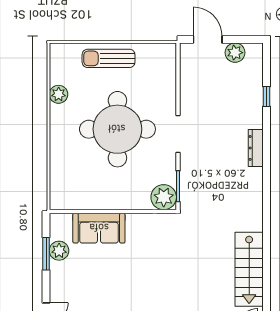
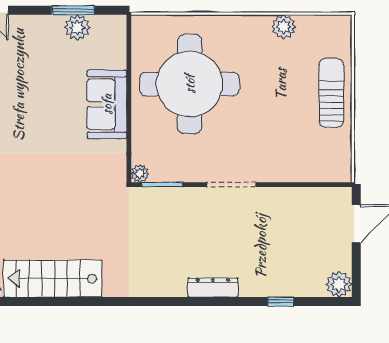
plant: (235, 53) -> (339, 284), moved
round table: (117, 129) -> (190, 84), moved
plant: (164, 197) -> (140, 173), width x0.53, depth x0.53
sofa: (99, 228) -> (107, 104), moved

